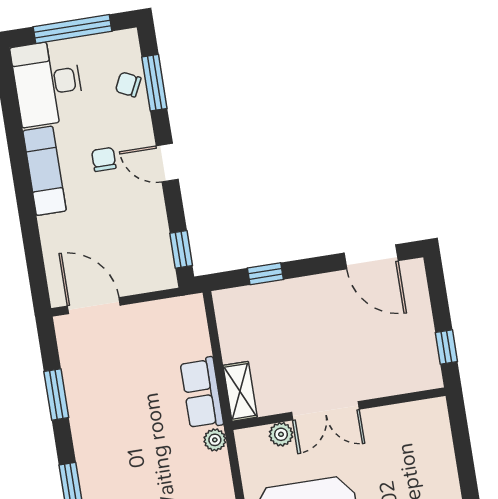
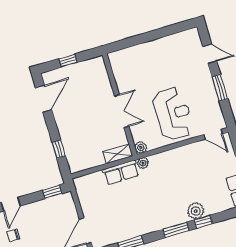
window: (446, 347) -> (68, 61), moved
plant: (281, 434) -> (141, 147), moved

